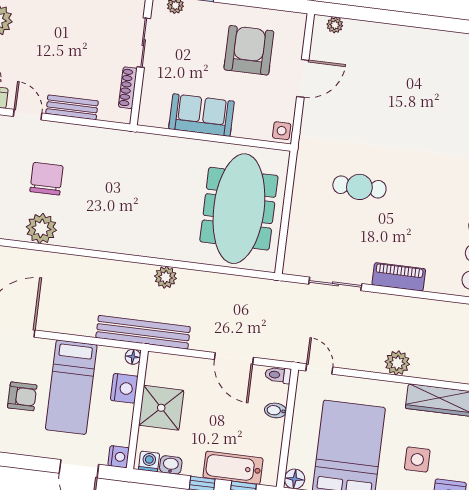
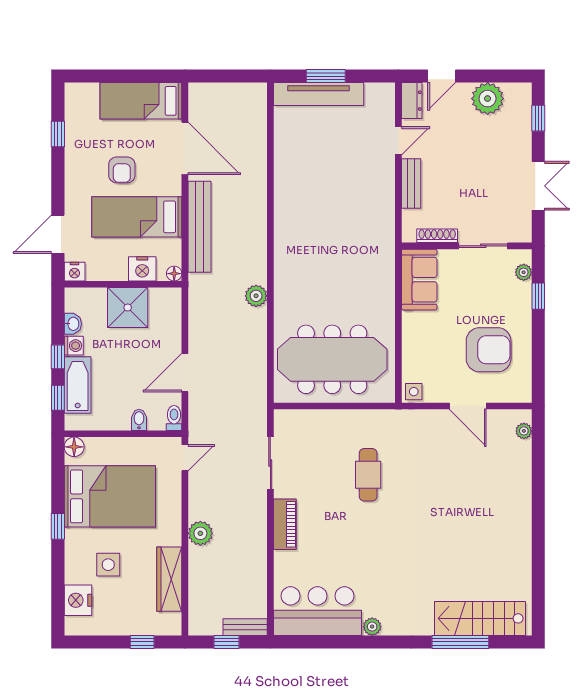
sofa: (202, 115) -> (419, 280), moved
chair: (47, 179) -> (338, 167), removed
plant: (41, 228) -> (289, 168), removed
bench: (143, 332) -> (199, 227), moved
washing machine: (149, 461) -> (74, 346), moved

